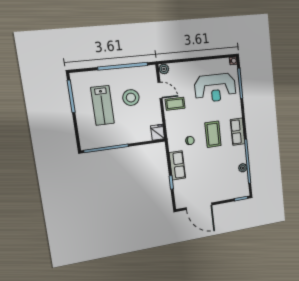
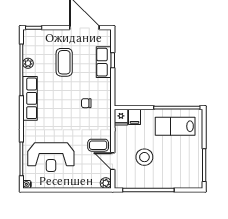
reception desk: (215, 88) -> (51, 157), turned 180
lab bench: (103, 105) -> (175, 126), moved, turned -90
row of seats: (238, 132) -> (30, 98), width x1.48
filing cabinet: (145, 134) -> (134, 117), added
coffee table: (213, 134) -> (64, 62), moved
row of seats: (177, 165) -> (104, 62), moved

